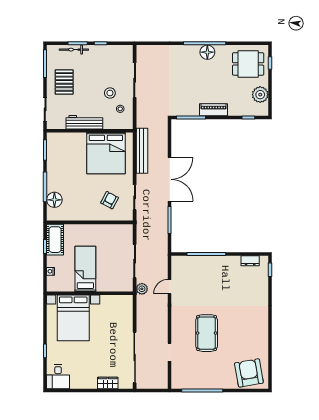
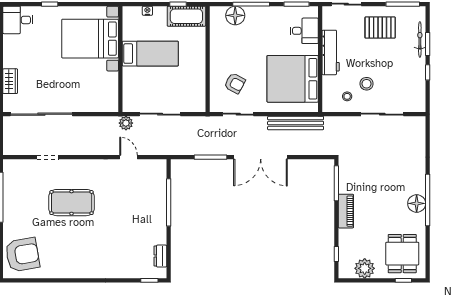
desk: (67, 144) -> (304, 31), added

